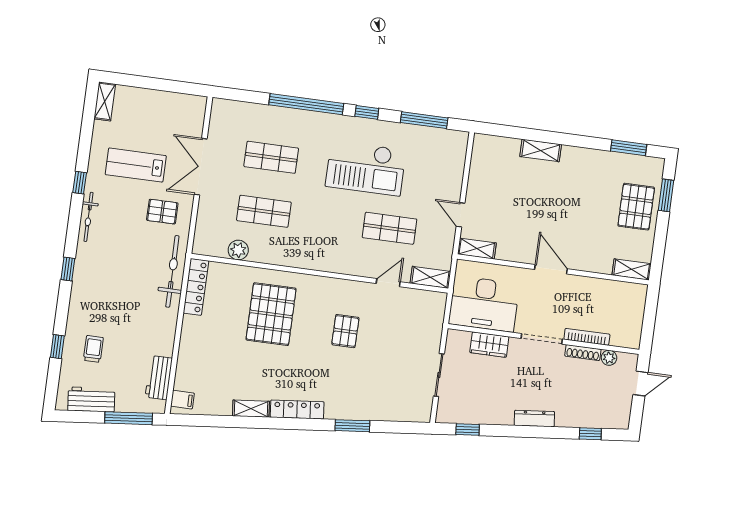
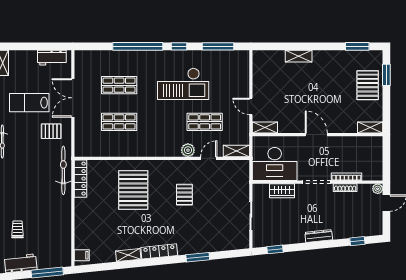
plant: (238, 250) -> (188, 150), moved
plant: (609, 358) -> (378, 189), moved
workbench: (159, 378) -> (52, 58), moved, turned -90

